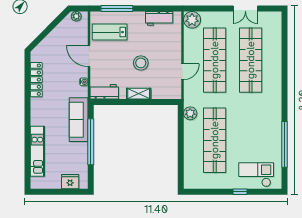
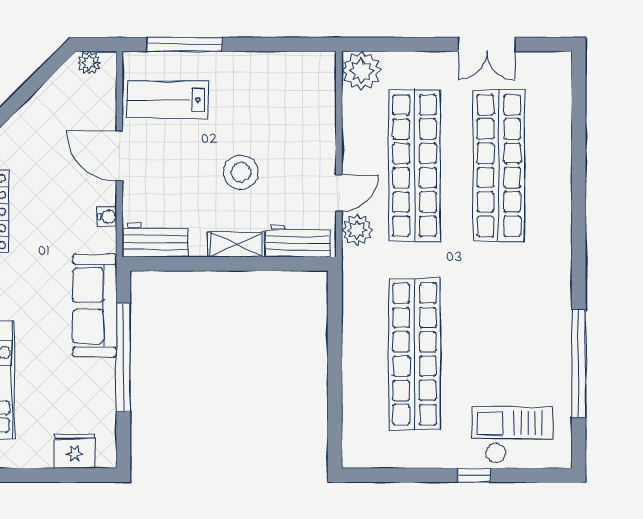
workbench: (159, 18) -> (298, 241), moved, turned 180
plant: (190, 113) -> (357, 230), moved

